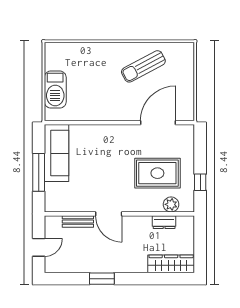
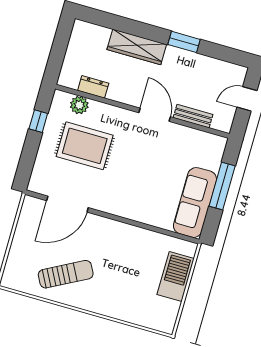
wardrobe: (171, 264) -> (137, 47), moved

